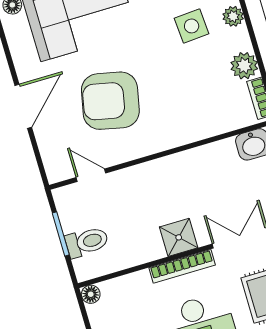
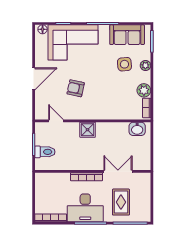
armchair: (110, 101) -> (76, 88), width x0.53, depth x0.53
shower: (179, 237) -> (88, 130), moved
floor lamp: (91, 294) -> (39, 177), removed

